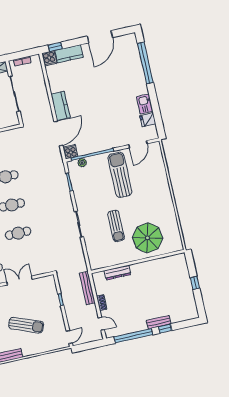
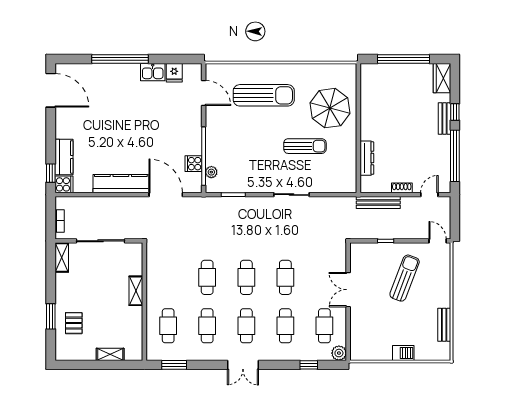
door: (100, 37) -> (51, 90), moved
window: (145, 63) -> (120, 59), moved
kitchen counter: (61, 106) -> (121, 184), width x1.50
cooker: (71, 152) -> (194, 164), moved
sun lounger: (120, 175) -> (264, 95), moved, turned 180
window: (195, 283) -> (403, 59), width x3.17
wardrobe: (187, 314) -> (442, 78), added
sun lounger: (26, 325) -> (405, 278), moved

